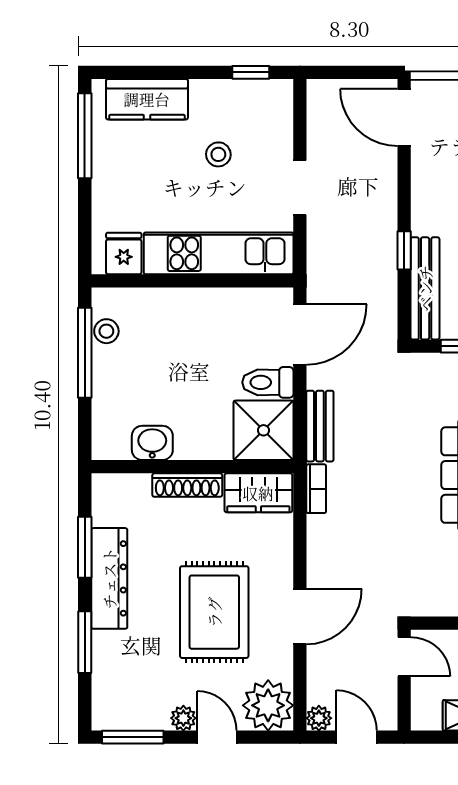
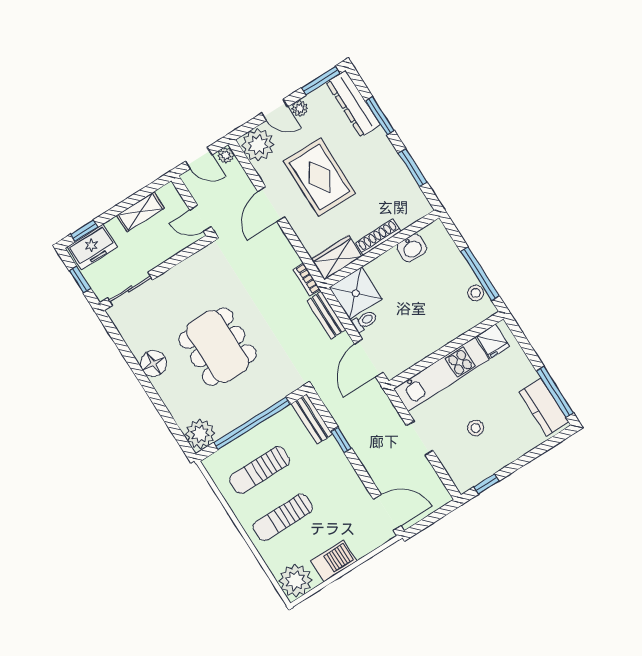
kitchen counter: (147, 99) -> (544, 407), moved, turned -90
bench: (425, 288) -> (312, 419), width x0.73
toilet: (268, 382) -> (364, 321), width x0.73, depth x0.72
dresser: (109, 578) -> (353, 104), moved

